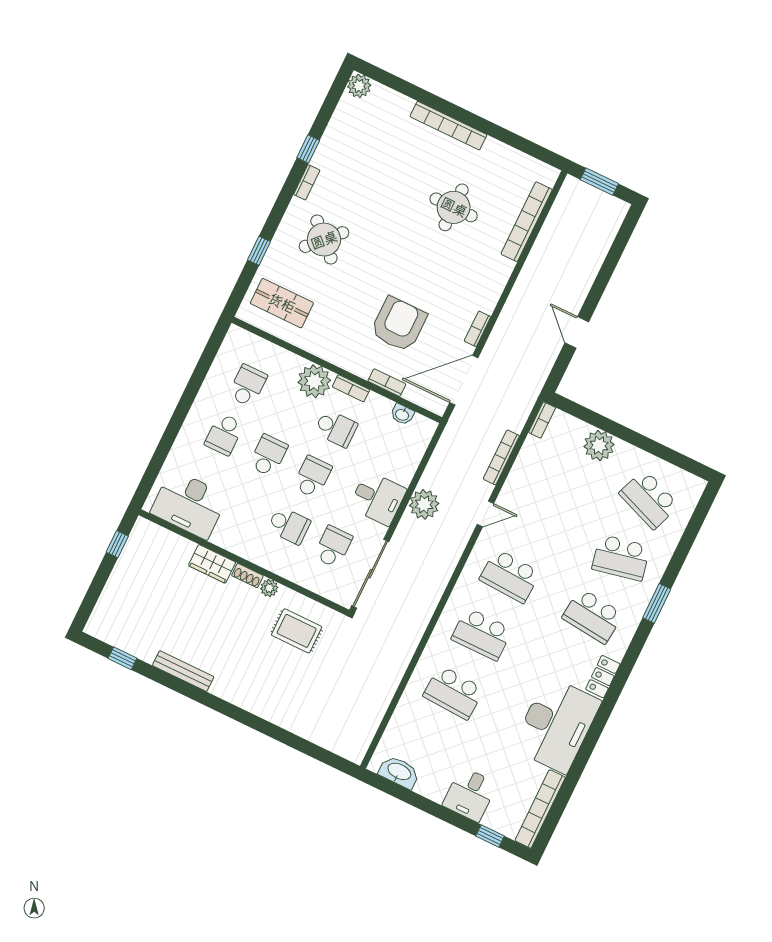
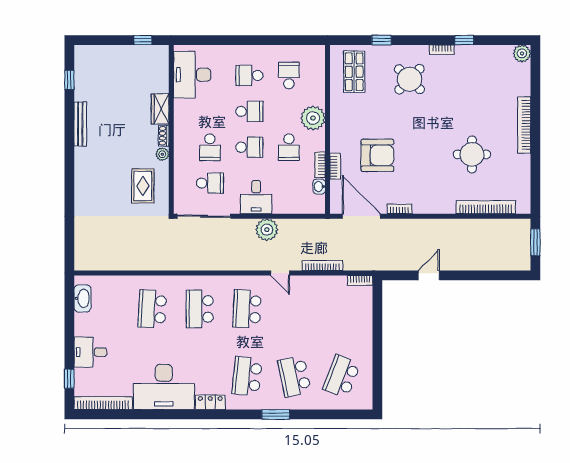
school desk: (248, 386) -> (289, 75), turned -90
bookcase: (351, 388) -> (320, 165), moved
plant: (599, 446) -> (361, 326), removed

